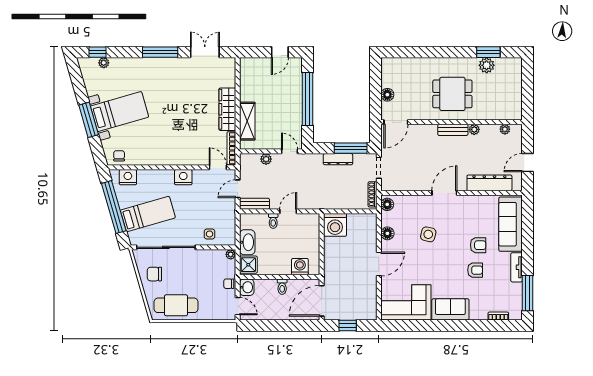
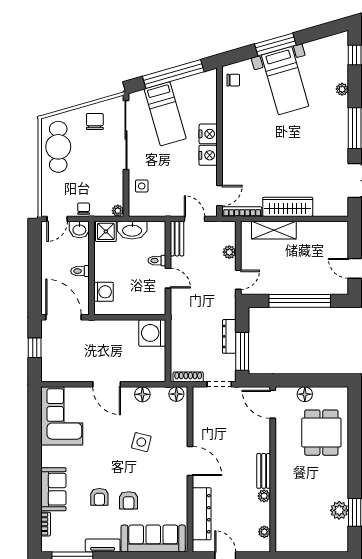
plant: (104, 63) -> (342, 89), moved
dining table: (452, 94) -> (321, 433), moved
nightstand: (128, 177) -> (208, 134), moved
sofa: (450, 309) -> (53, 489), moved

